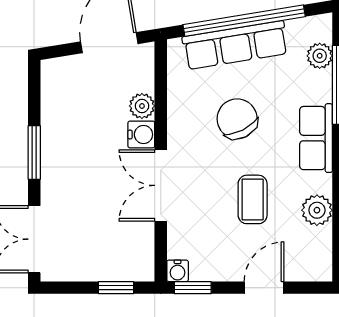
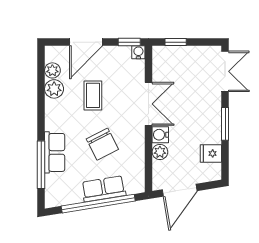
row of seats: (235, 45) -> (104, 189), width x0.68
plant: (320, 56) -> (52, 70), moved
fridge: (58, 104) -> (211, 153), added
row of seats: (316, 138) -> (55, 152), moved
door: (264, 288) -> (86, 42), width x1.38

